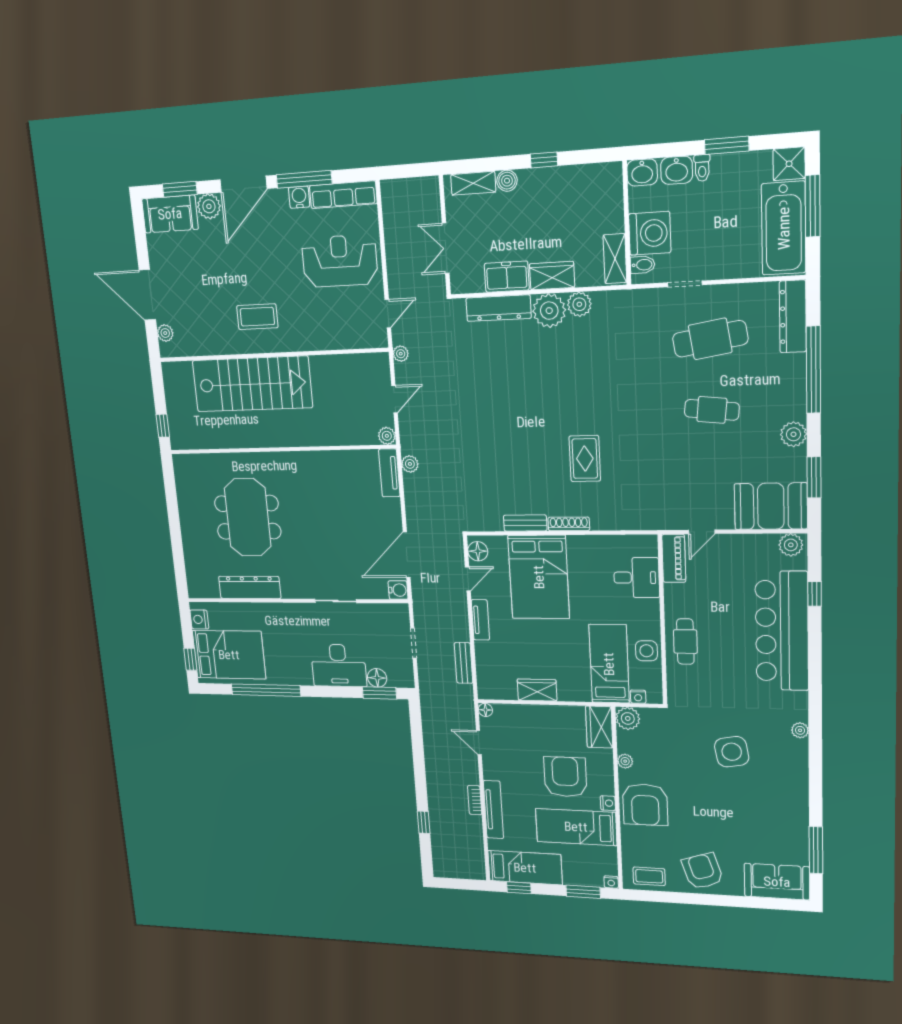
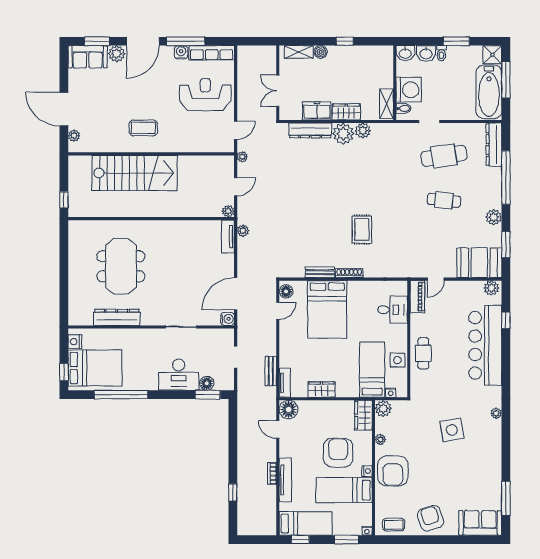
tv unit: (480, 620) -> (285, 383), moved
floor lamp: (485, 710) -> (289, 410), width x1.89, depth x1.89

